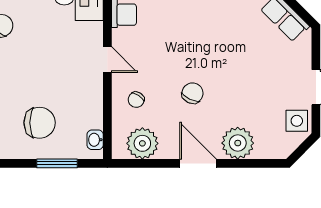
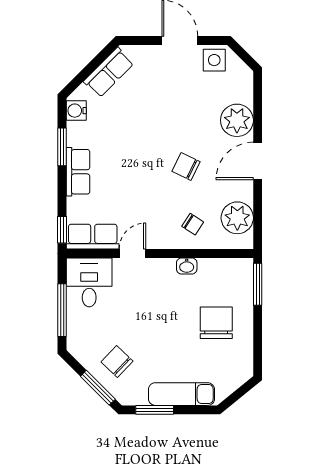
door: (107, 60) -> (132, 253), moved
washbasin: (95, 140) -> (187, 266), moved
window: (57, 163) -> (258, 284), moved

